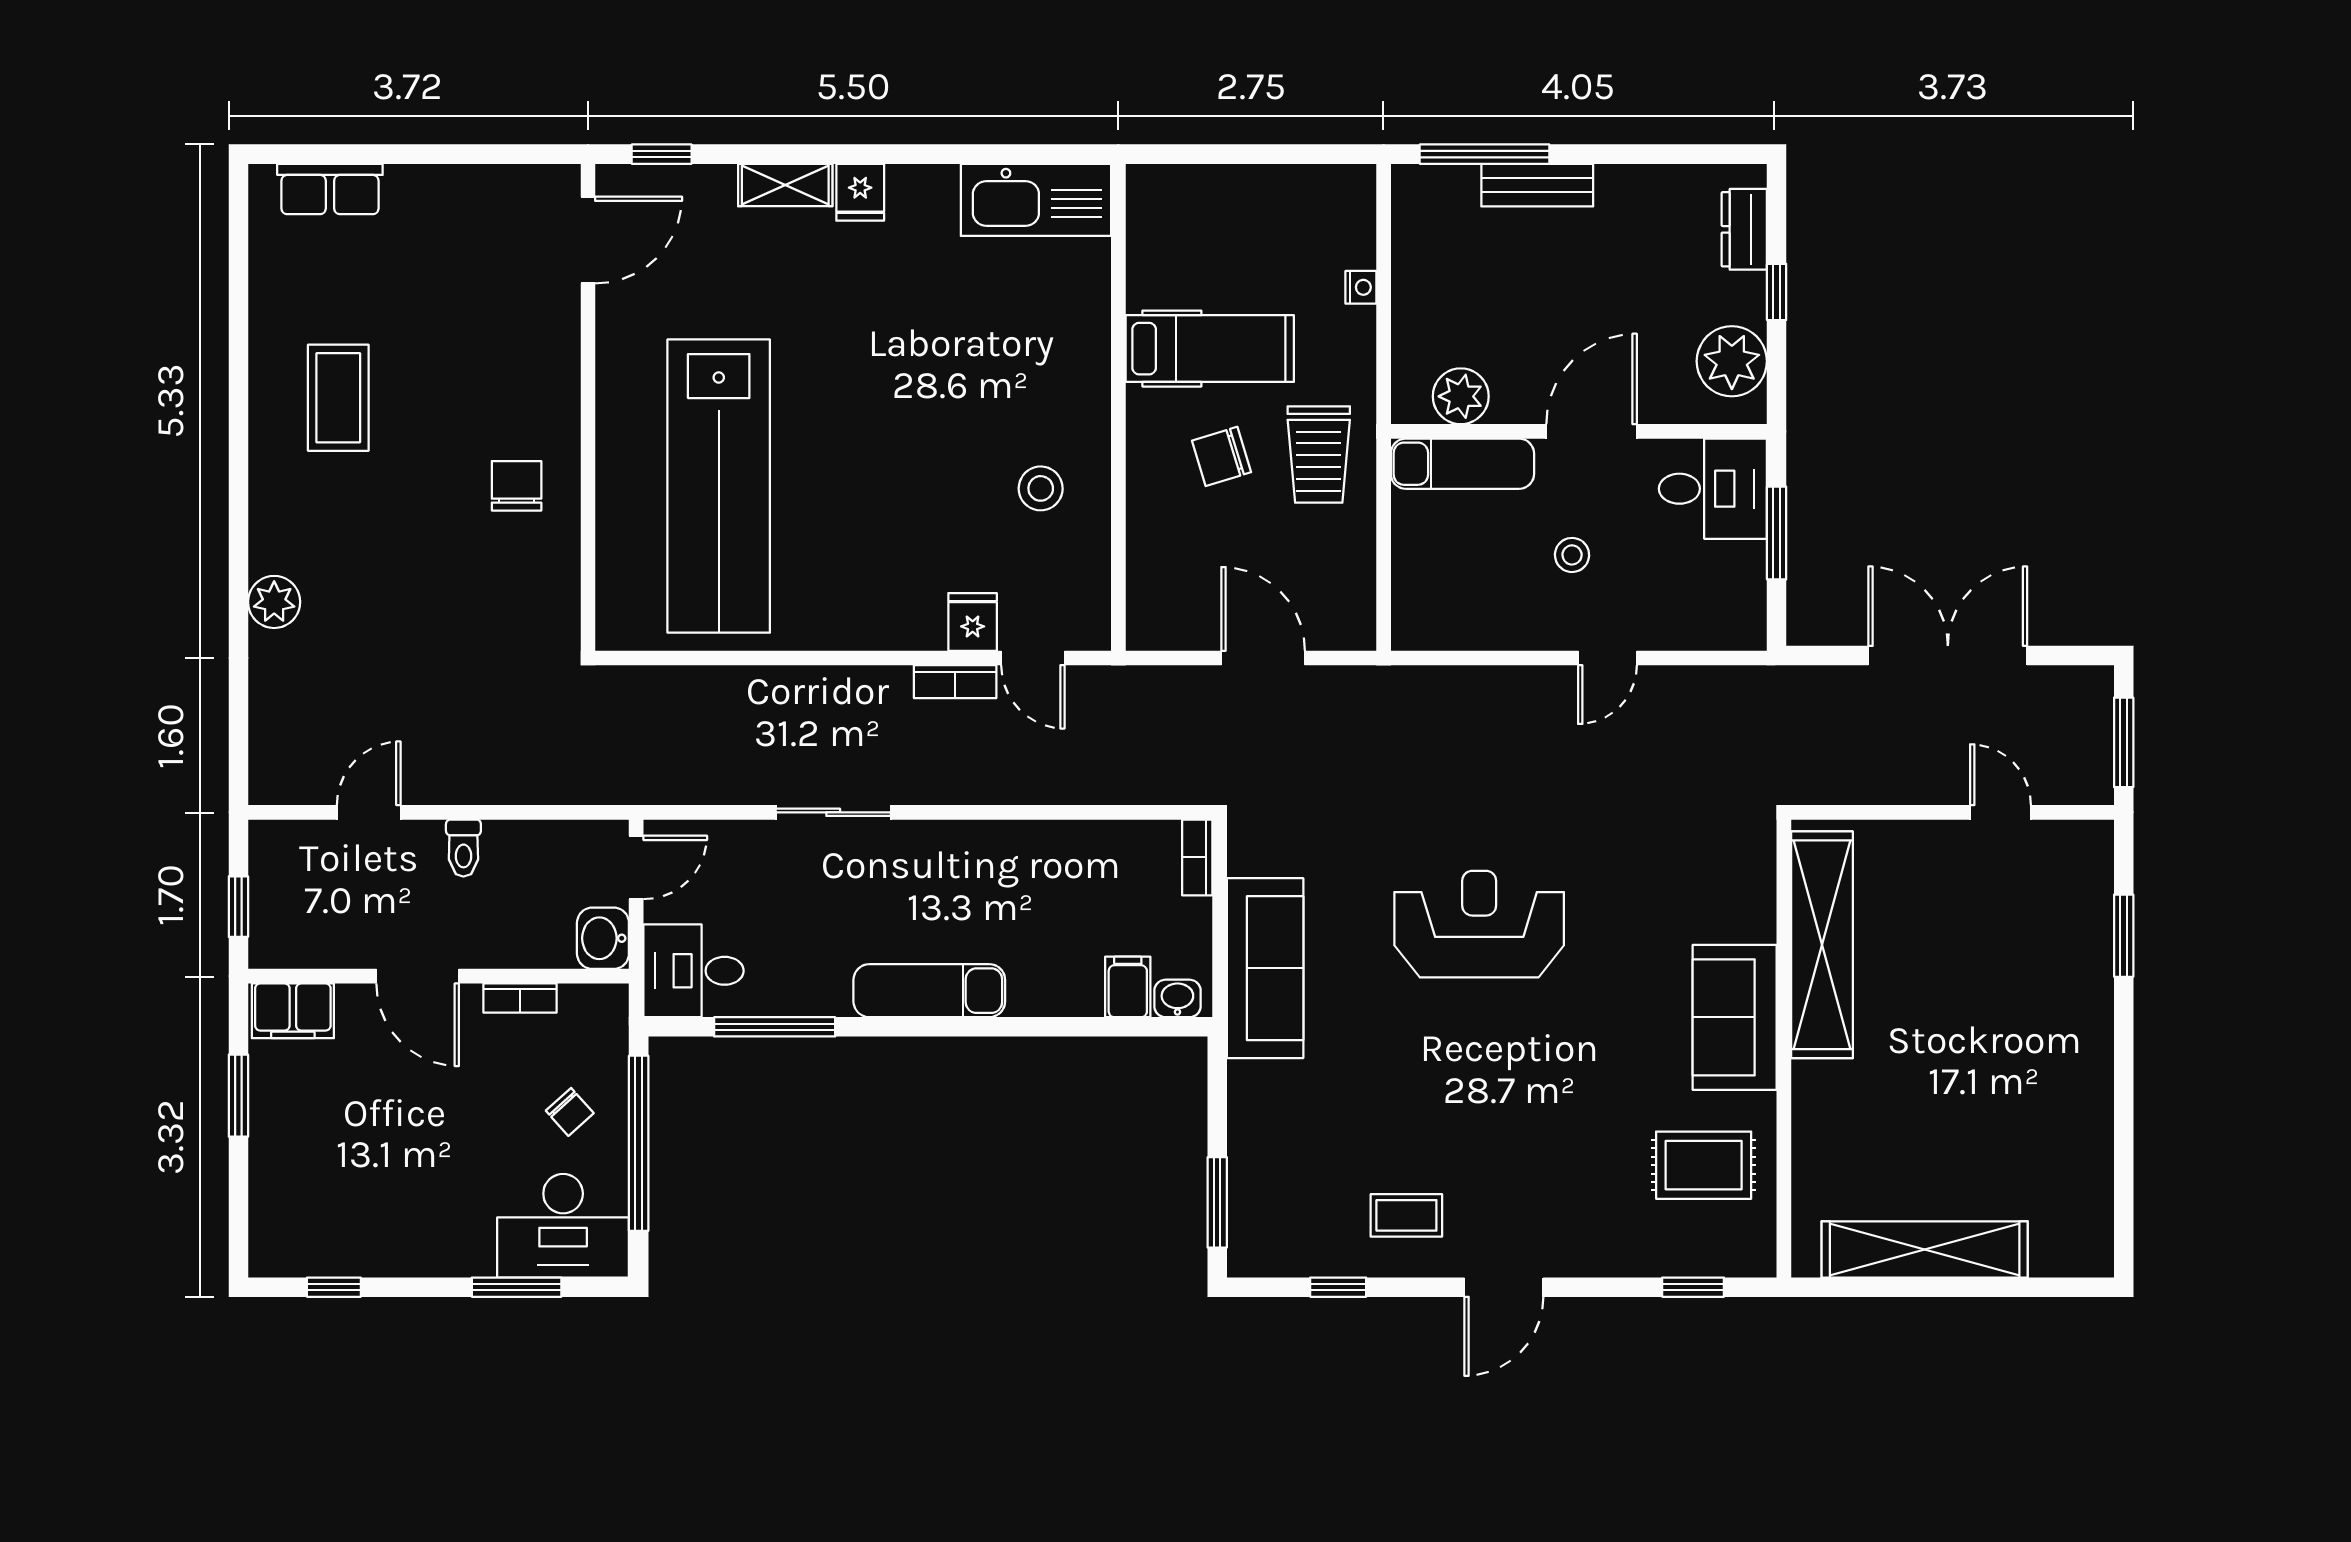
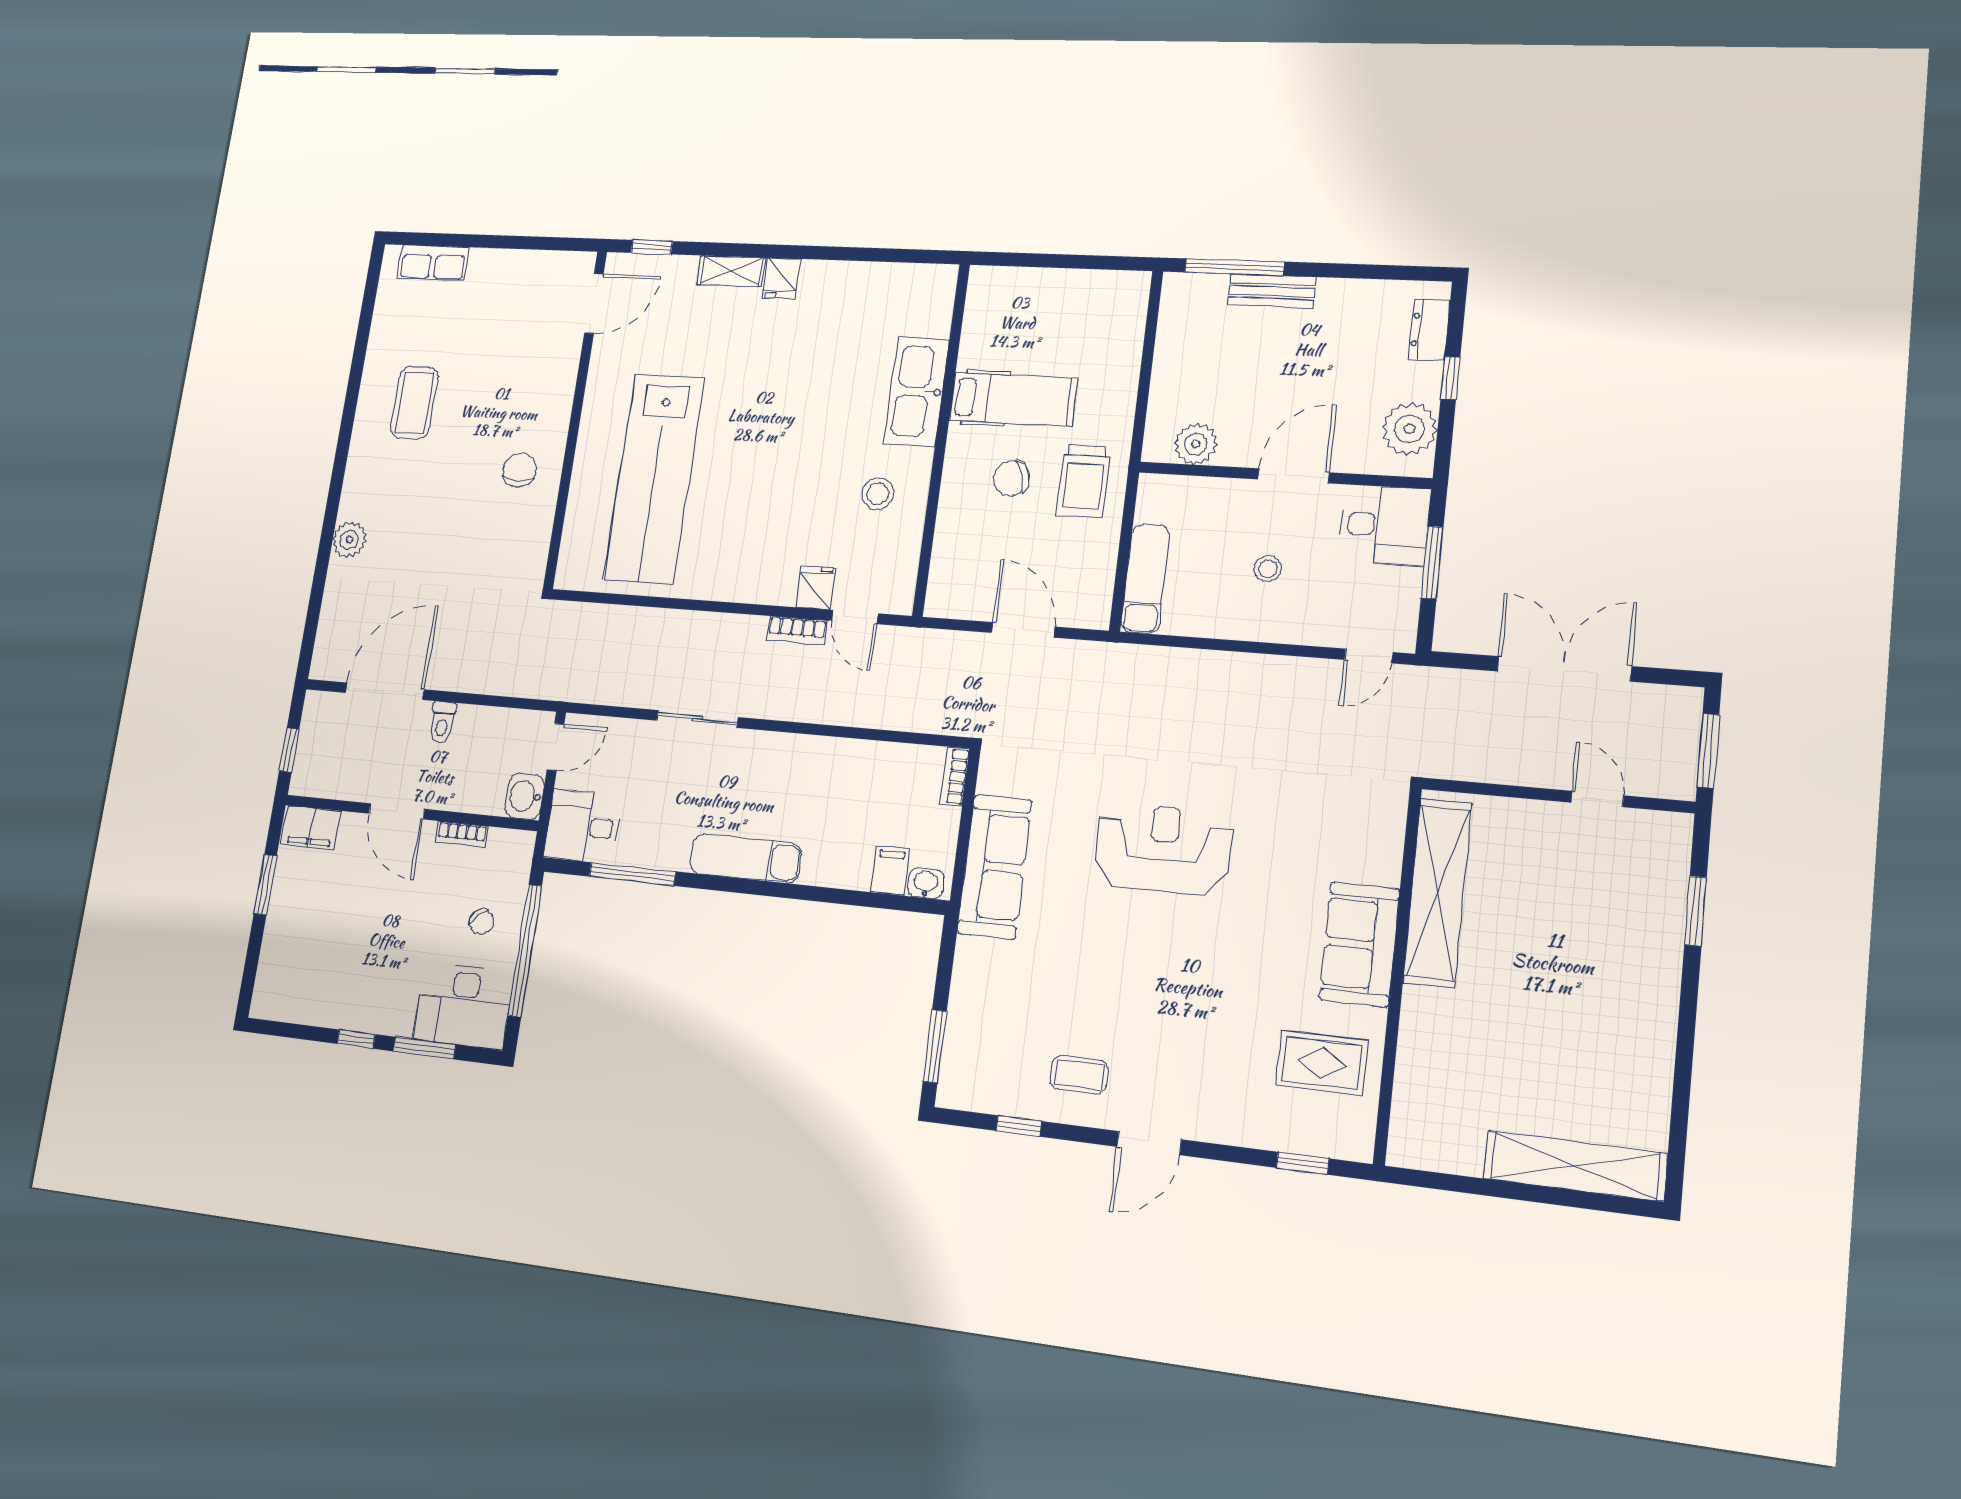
kitchen sink: (1036, 200) -> (916, 391), moved, turned 90
nightstand: (1361, 287) -> (1130, 360), removed
exam couch: (1462, 464) -> (1145, 579), moved, turned -90
door: (1607, 658) -> (1369, 656), moved
door: (369, 812) -> (385, 691), width x1.88
shelving: (1925, 1249) -> (1575, 1166), moved
window: (334, 1287) -> (356, 1039), moved

